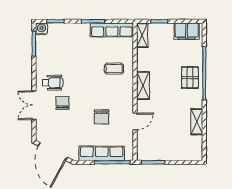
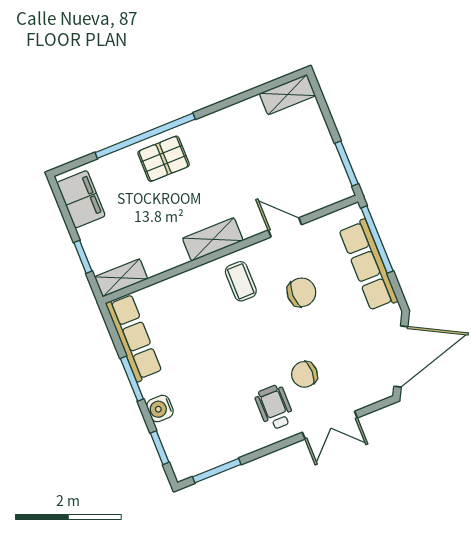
water cooler: (41, 29) -> (160, 409), moved
coffee table: (114, 69) -> (241, 281), moved
shelving: (197, 122) -> (287, 95), moved

